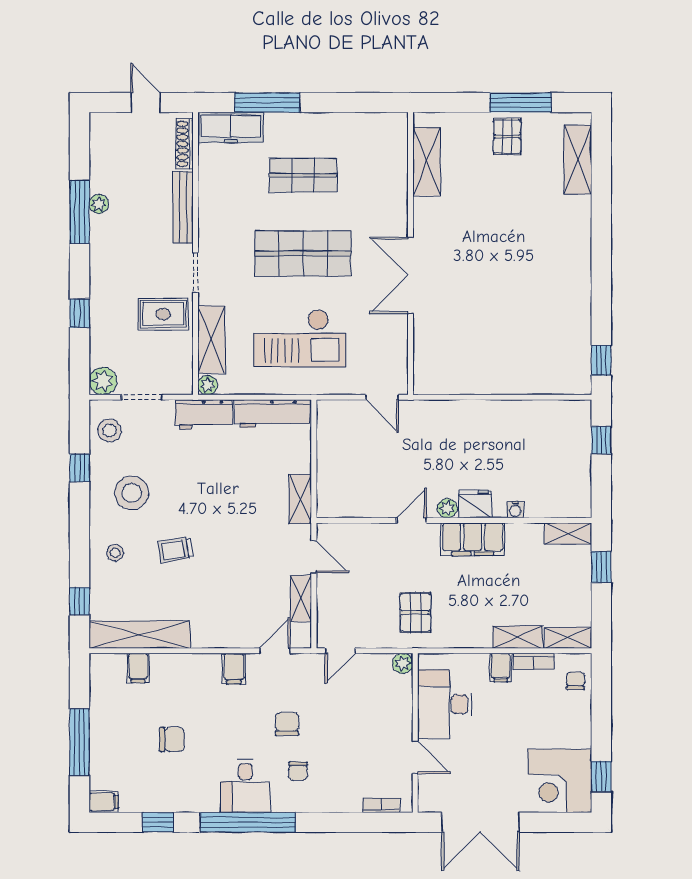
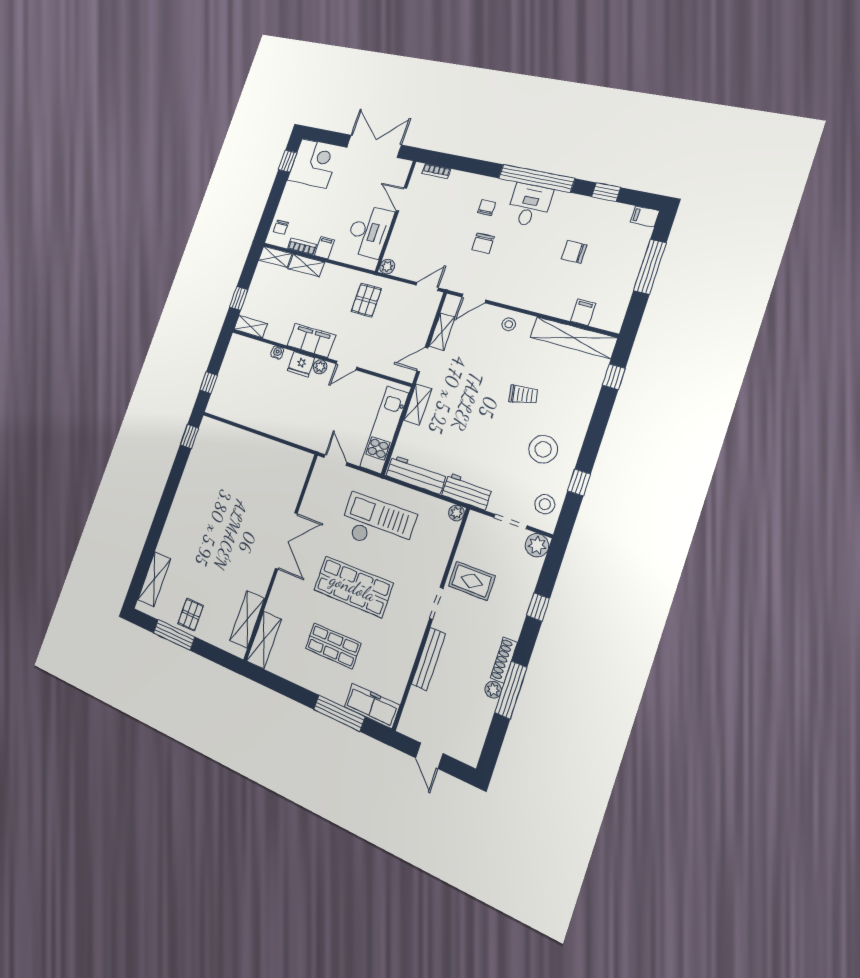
shoe rack: (184, 144) -> (504, 660), moved, turned 180
shelving: (211, 340) -> (264, 640), moved
kitchen unit: (332, 455) -> (384, 430), added
stool: (115, 553) -> (509, 324), moved
door: (314, 557) -> (422, 359), hinge flipped
filing cabinet: (234, 669) -> (509, 293), removed

